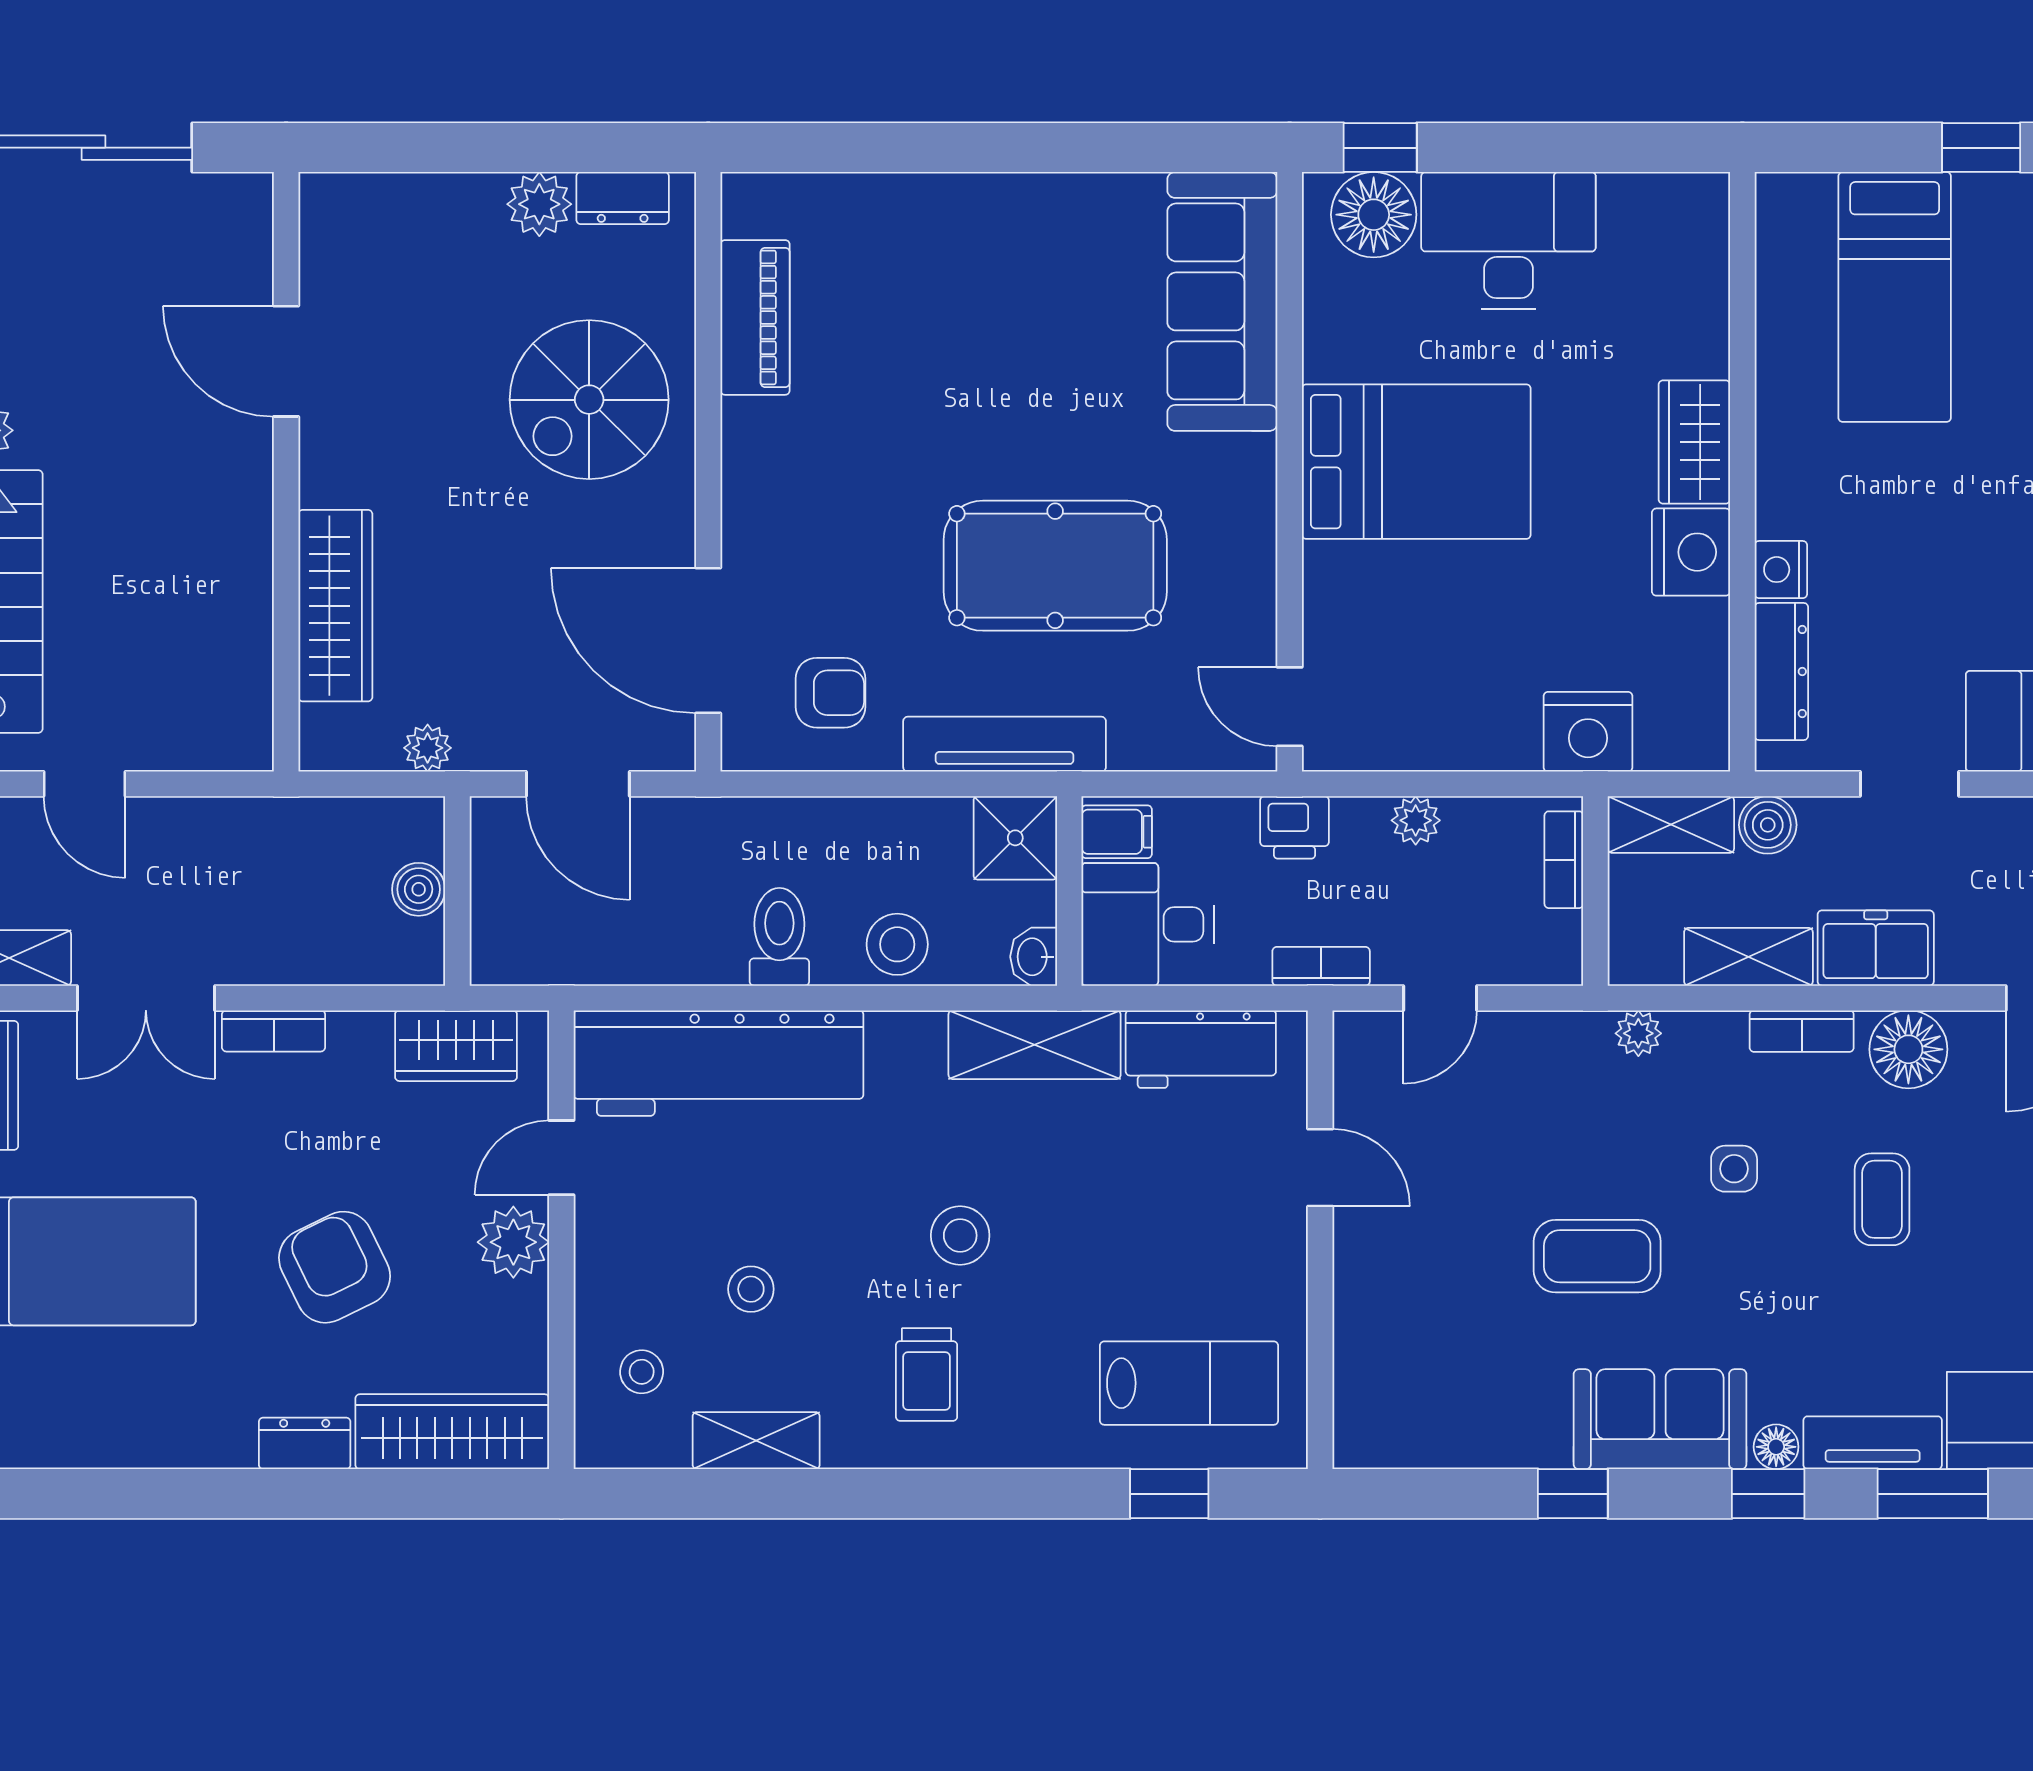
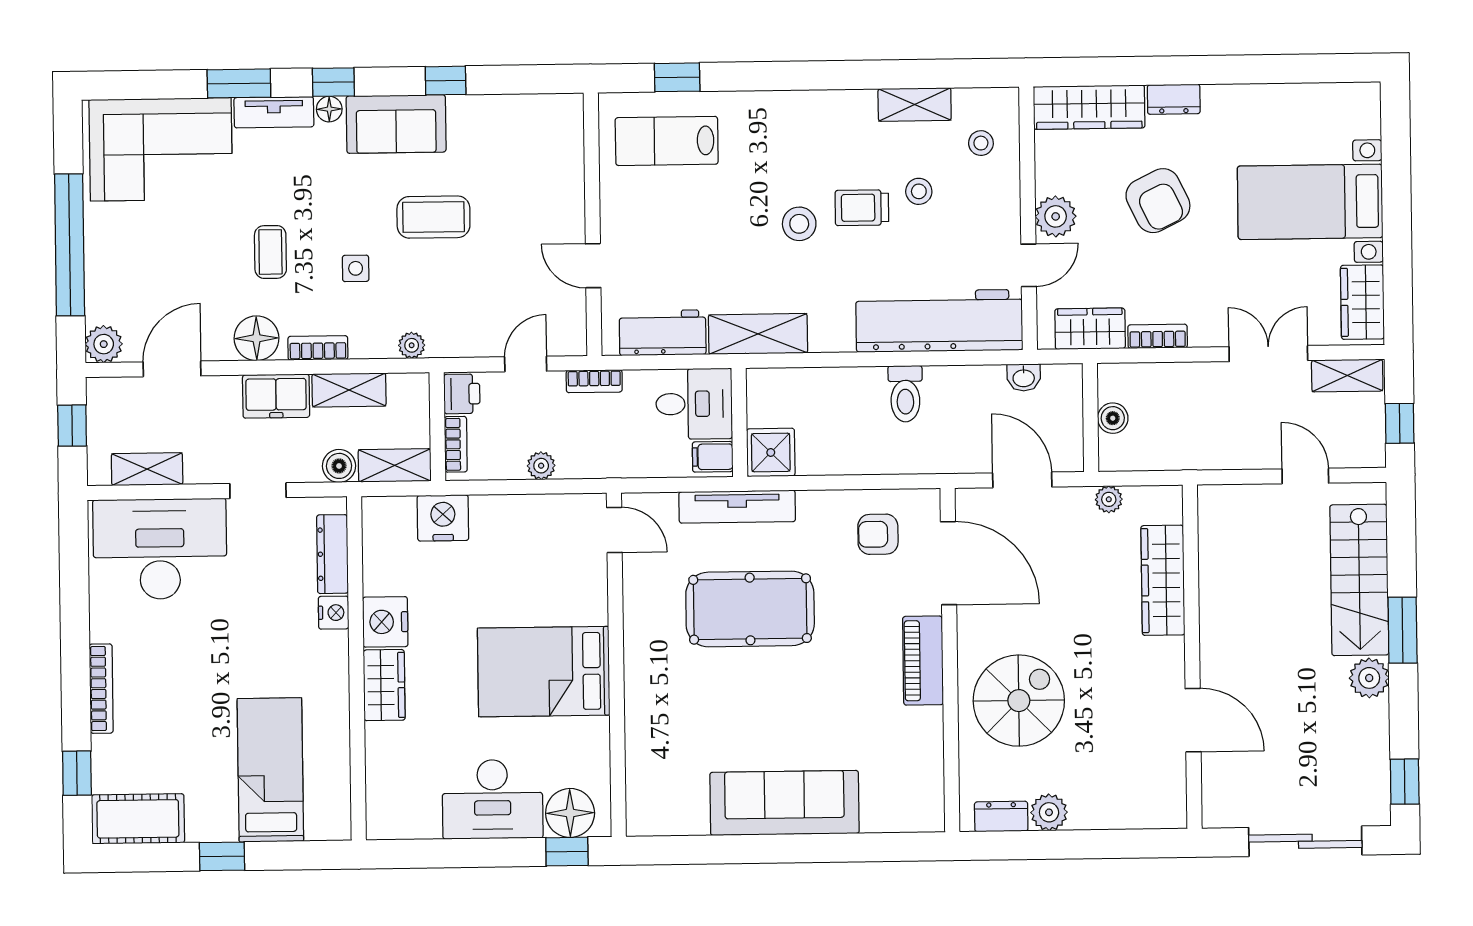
sofa: (1222, 301) -> (784, 803), moved, turned -90
piano: (755, 317) -> (923, 661), moved
tv unit: (1005, 744) -> (737, 507), moved
printer: (1294, 827) -> (462, 394), moved, turned 90
stool: (897, 944) -> (838, 390), removed
washbasin: (1034, 957) -> (1024, 377), moved, turned 90
bookcase: (274, 1031) -> (1158, 336), moved
trolley: (927, 1375) -> (862, 208), moved, turned -90

